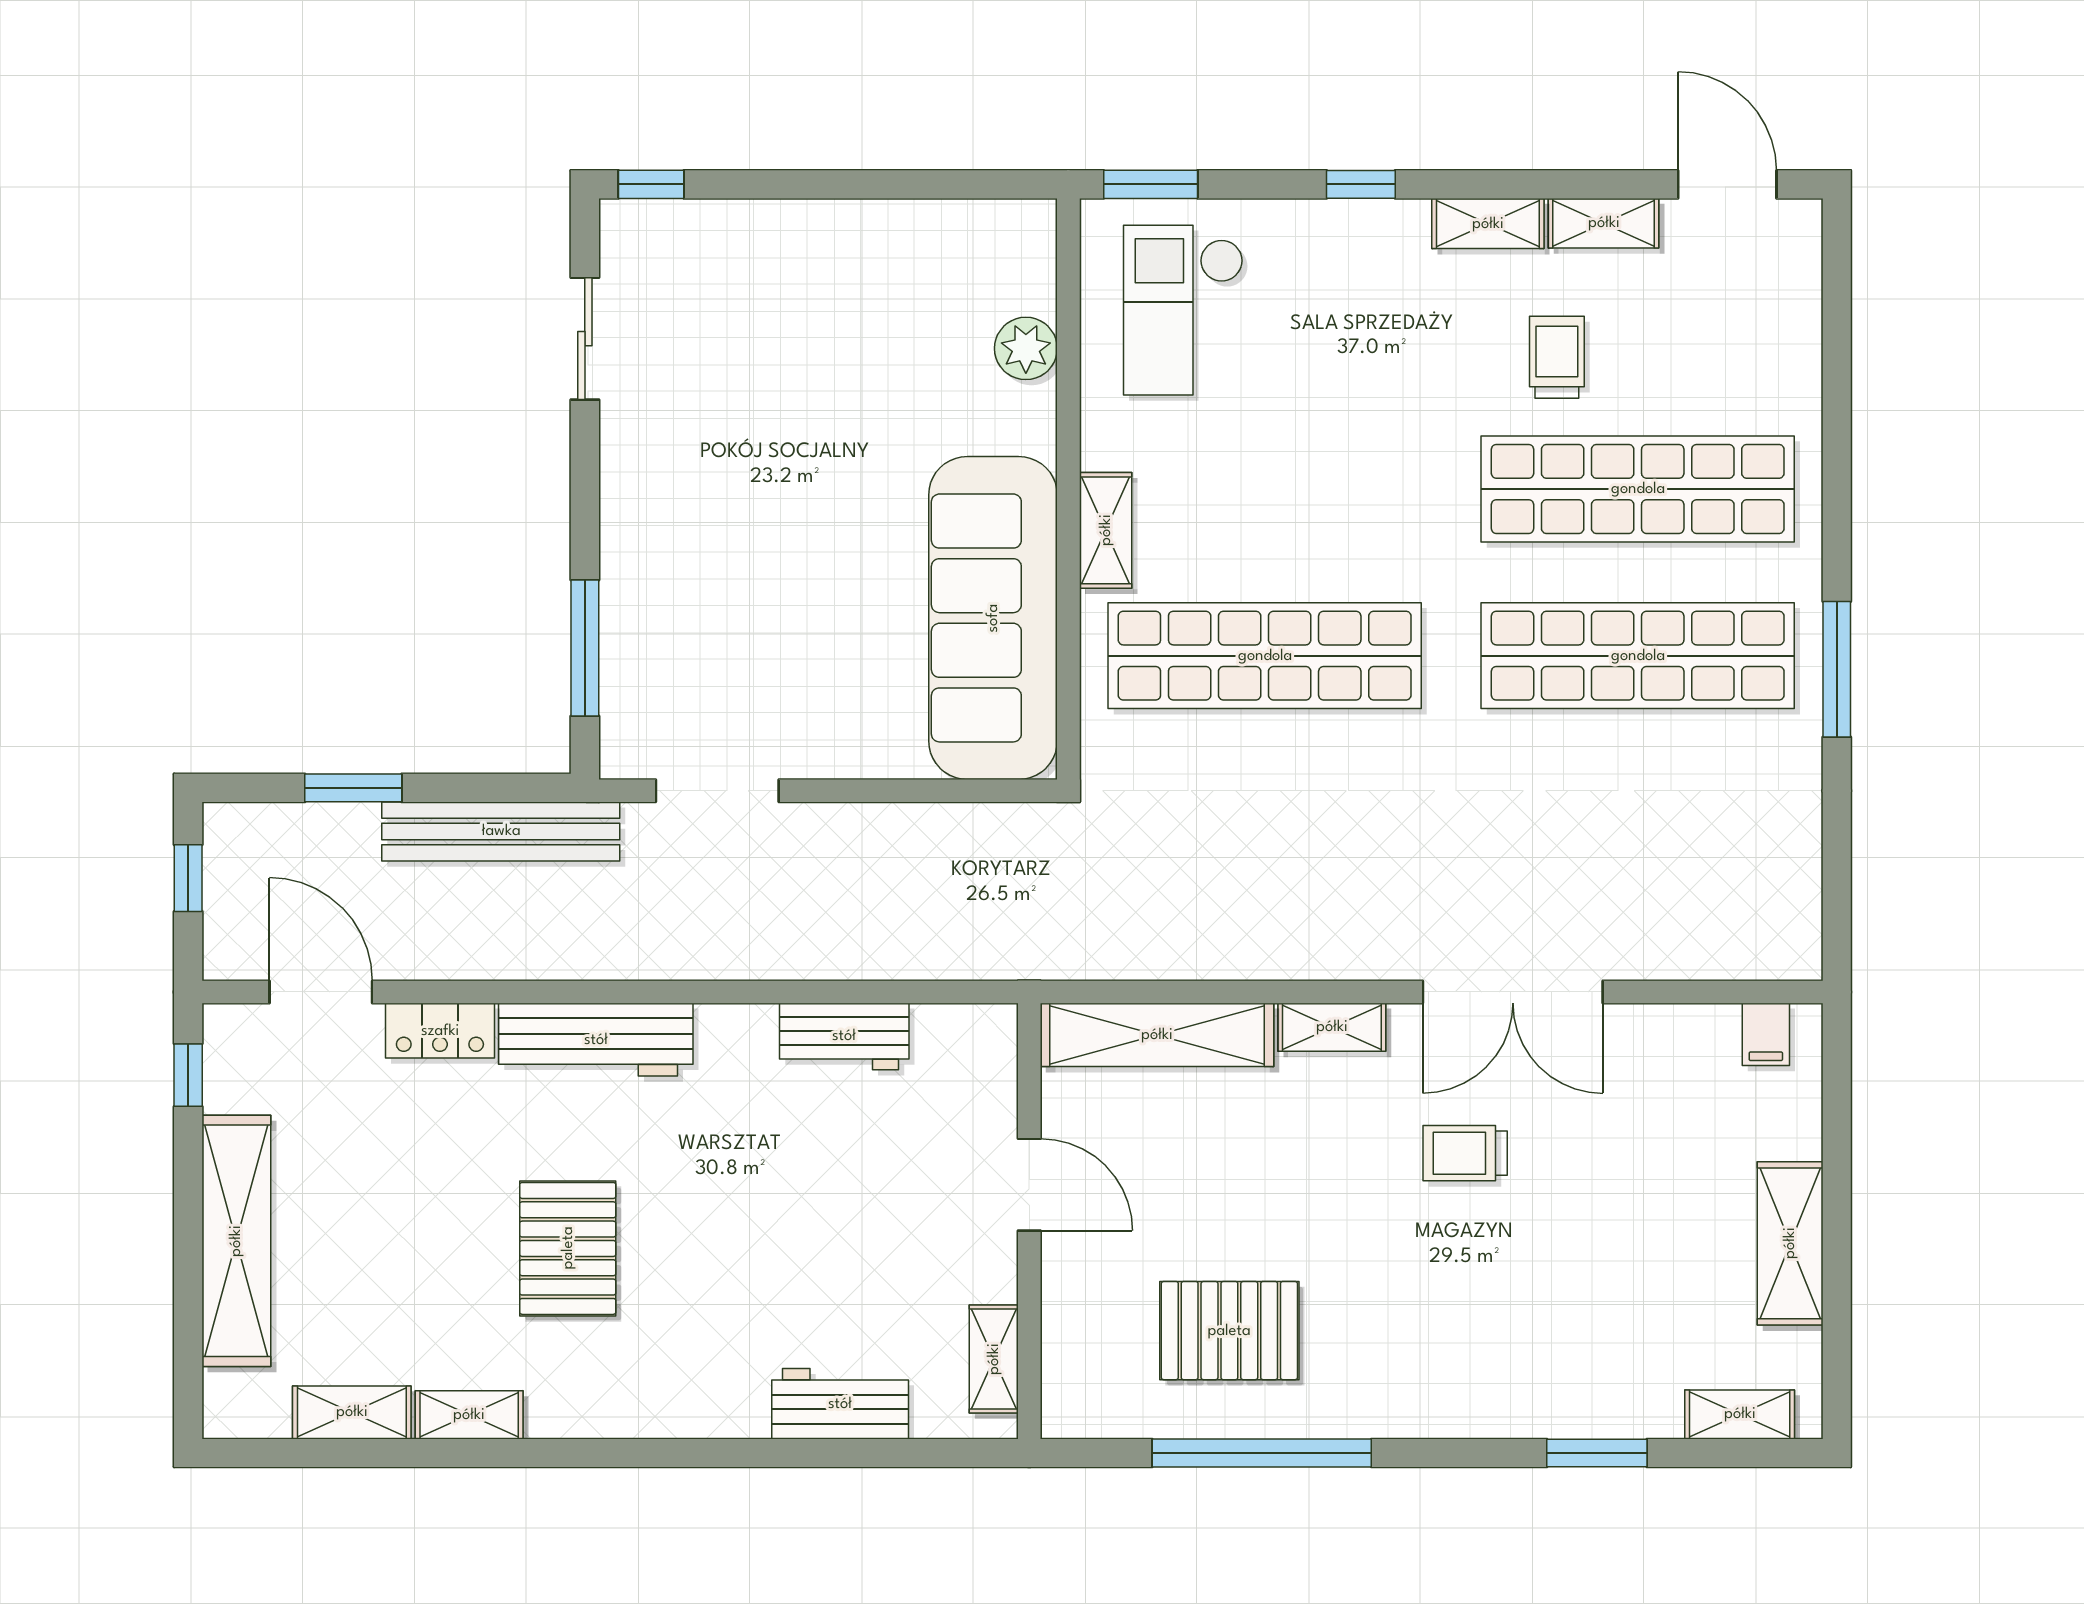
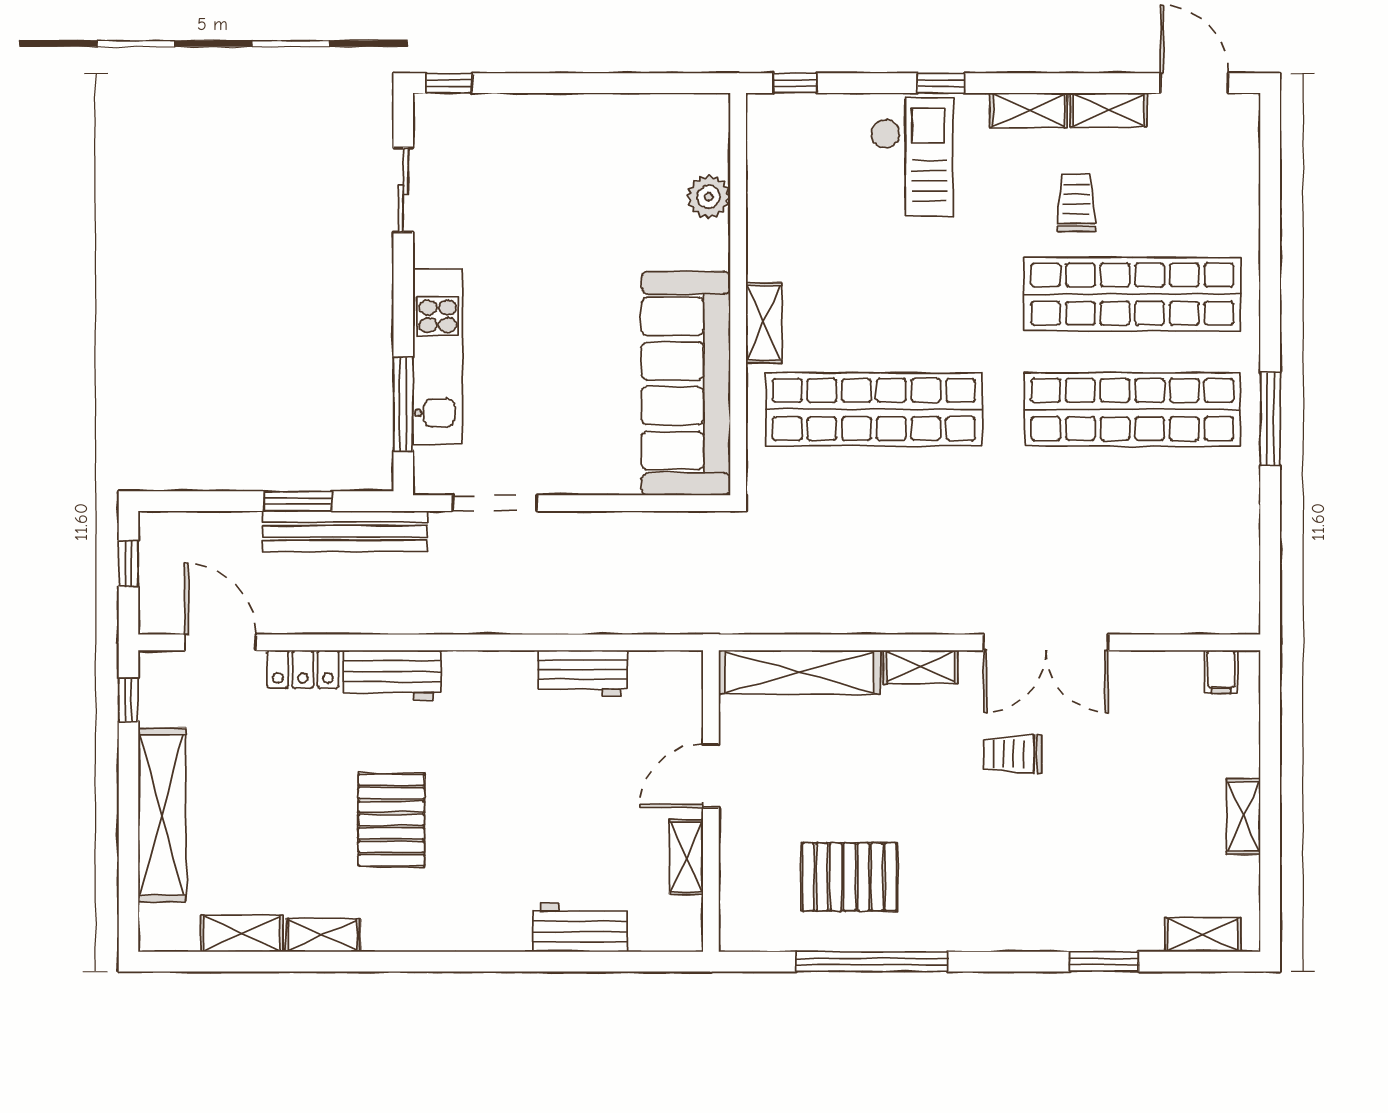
window: (1151, 184) -> (795, 83), width x0.67
checkout: (1183, 310) -> (912, 157), moved, turned 180
kitchen unit: (635, 579) -> (438, 357), added
window: (353, 788) -> (298, 501), moved
workbench: (596, 1040) -> (392, 675), width x0.73
door: (1029, 1185) -> (711, 776), swing flipped
shelving: (1790, 1243) -> (1243, 817), width x0.67, depth x0.75
shelving: (994, 1359) -> (686, 857), moved

